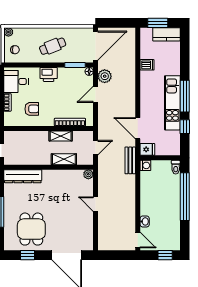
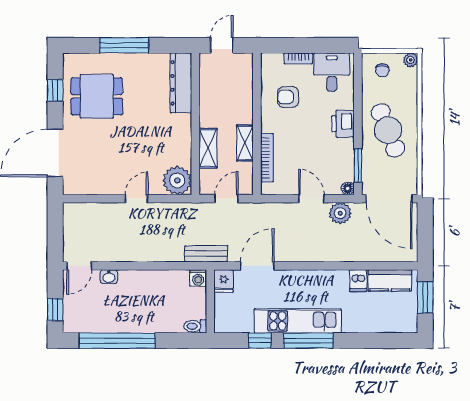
kitchen counter: (166, 34) -> (390, 280), moved, turned -90
cafe table: (53, 46) -> (388, 130), width x1.37, depth x1.35
armchair: (32, 109) -> (288, 97), turned 90
door: (96, 148) -> (226, 199), swing flipped
plant: (88, 174) -> (177, 181), width x1.88, depth x1.88
window: (185, 197) -> (117, 341), moved

